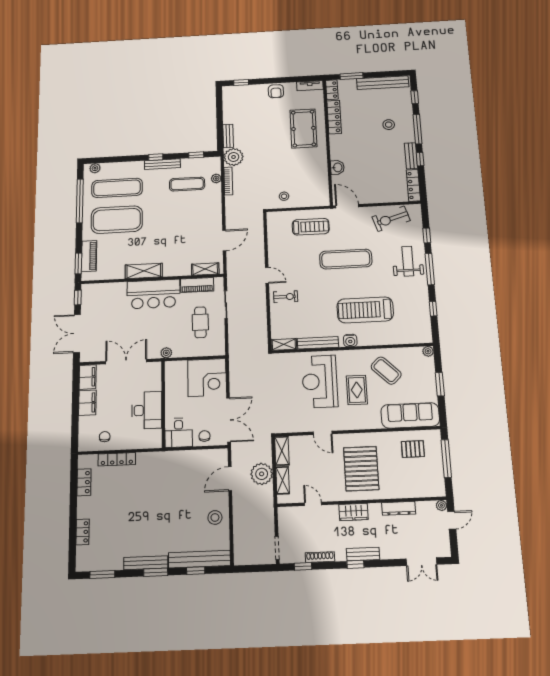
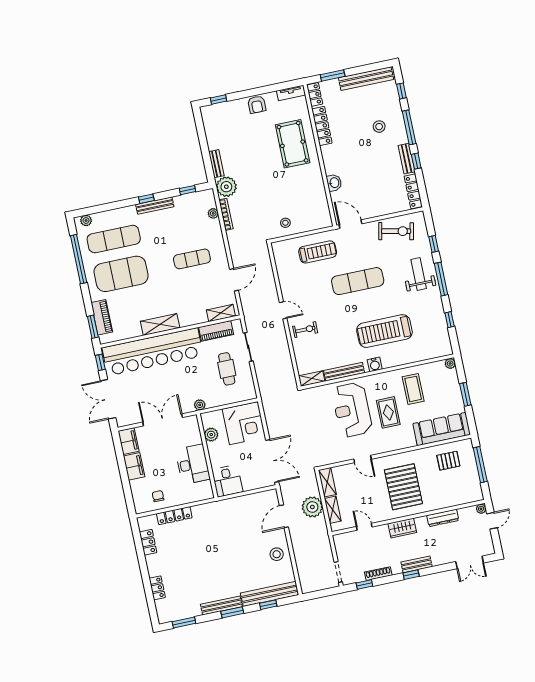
exercise mat: (187, 184) -> (192, 259), moved
exercise bike: (391, 219) -> (396, 231), turned -151
bar counter: (153, 294) -> (153, 352), width x1.86
coffee table: (386, 371) -> (413, 389), turned 45
plant: (172, 384) -> (211, 435), added
chair: (204, 436) -> (252, 480), removed

